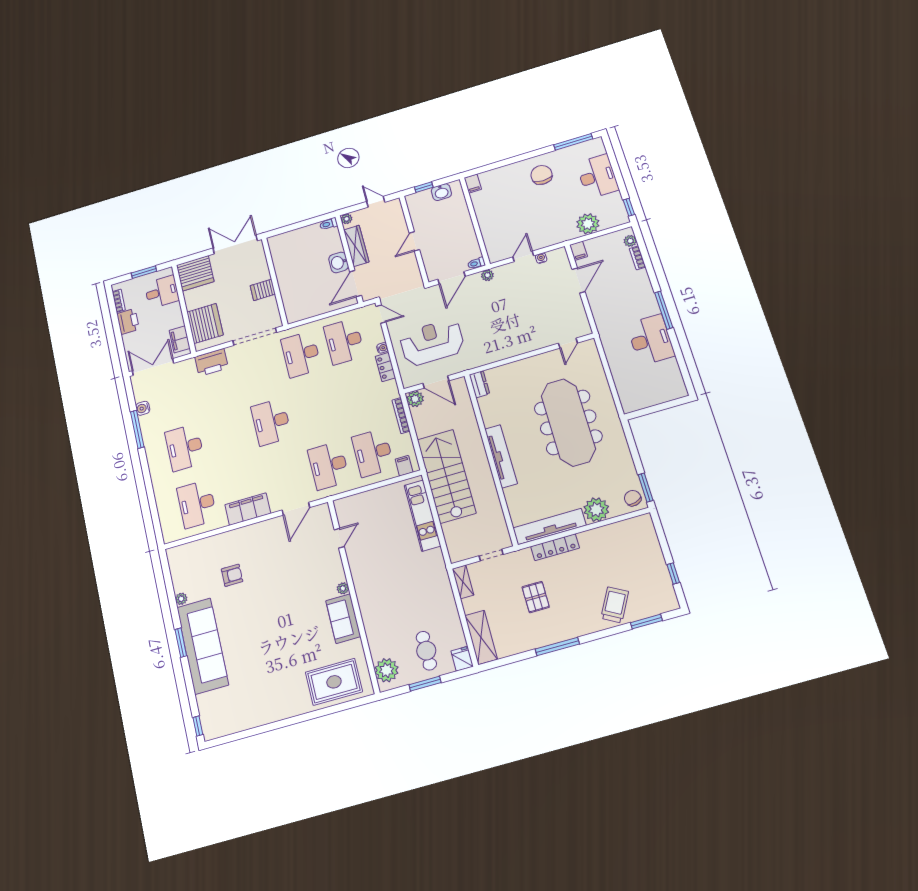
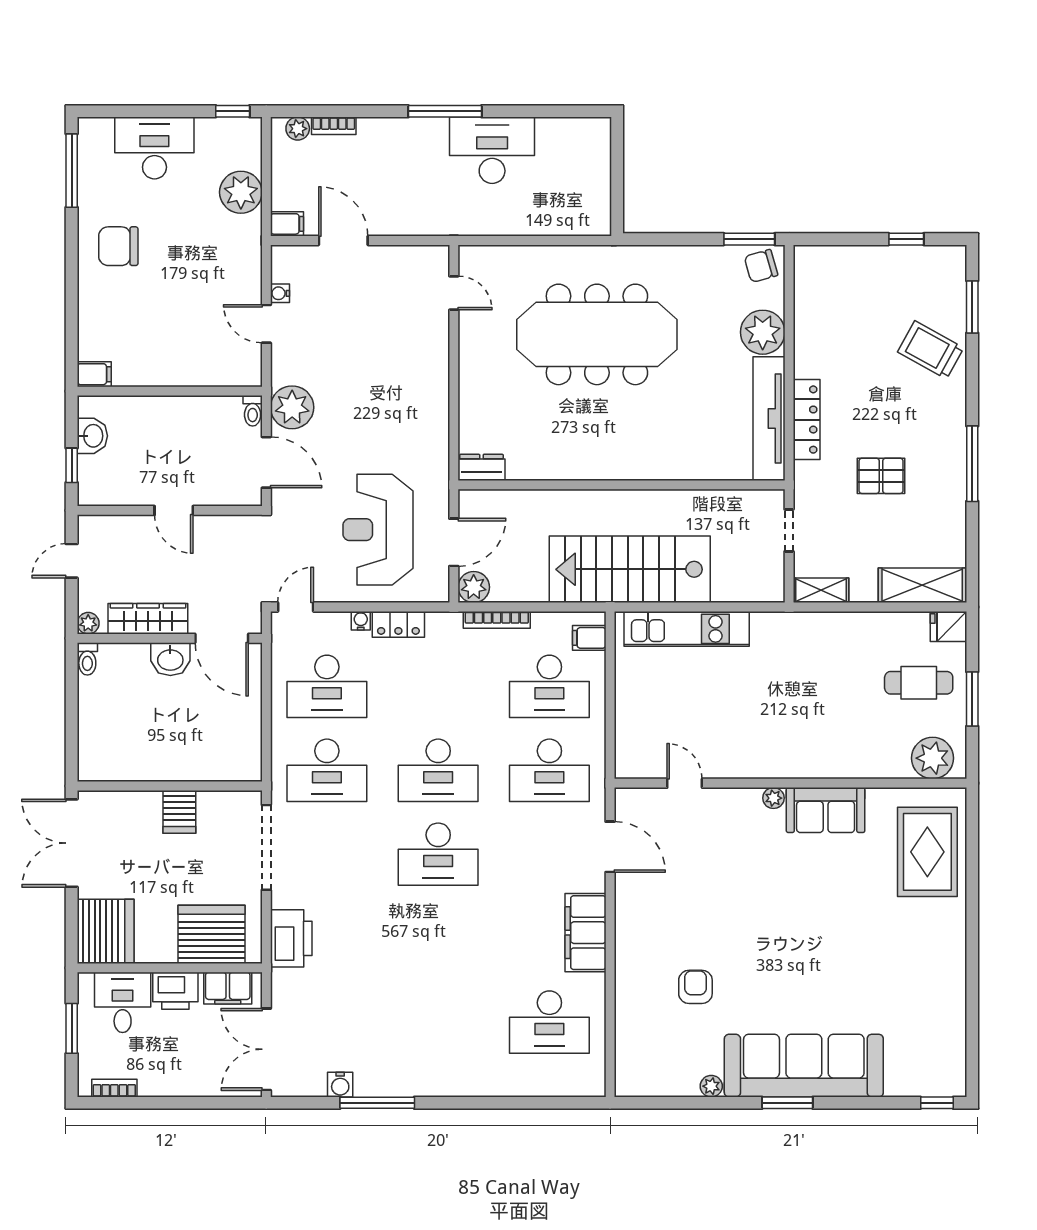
plant: (487, 275) -> (292, 407), width x1.87, depth x1.87
printer: (128, 321) -> (175, 991), moved, turned 180
desk: (185, 447) -> (438, 770), moved
tv unit: (501, 456) -> (622, 466), removed

